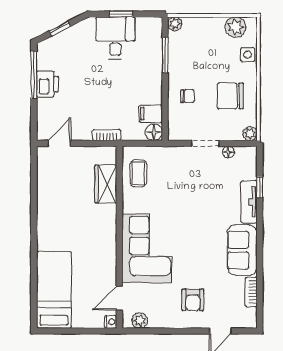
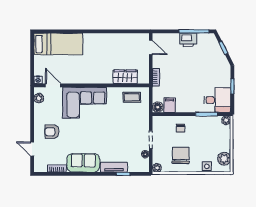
desk: (115, 38) -> (217, 100), moved

